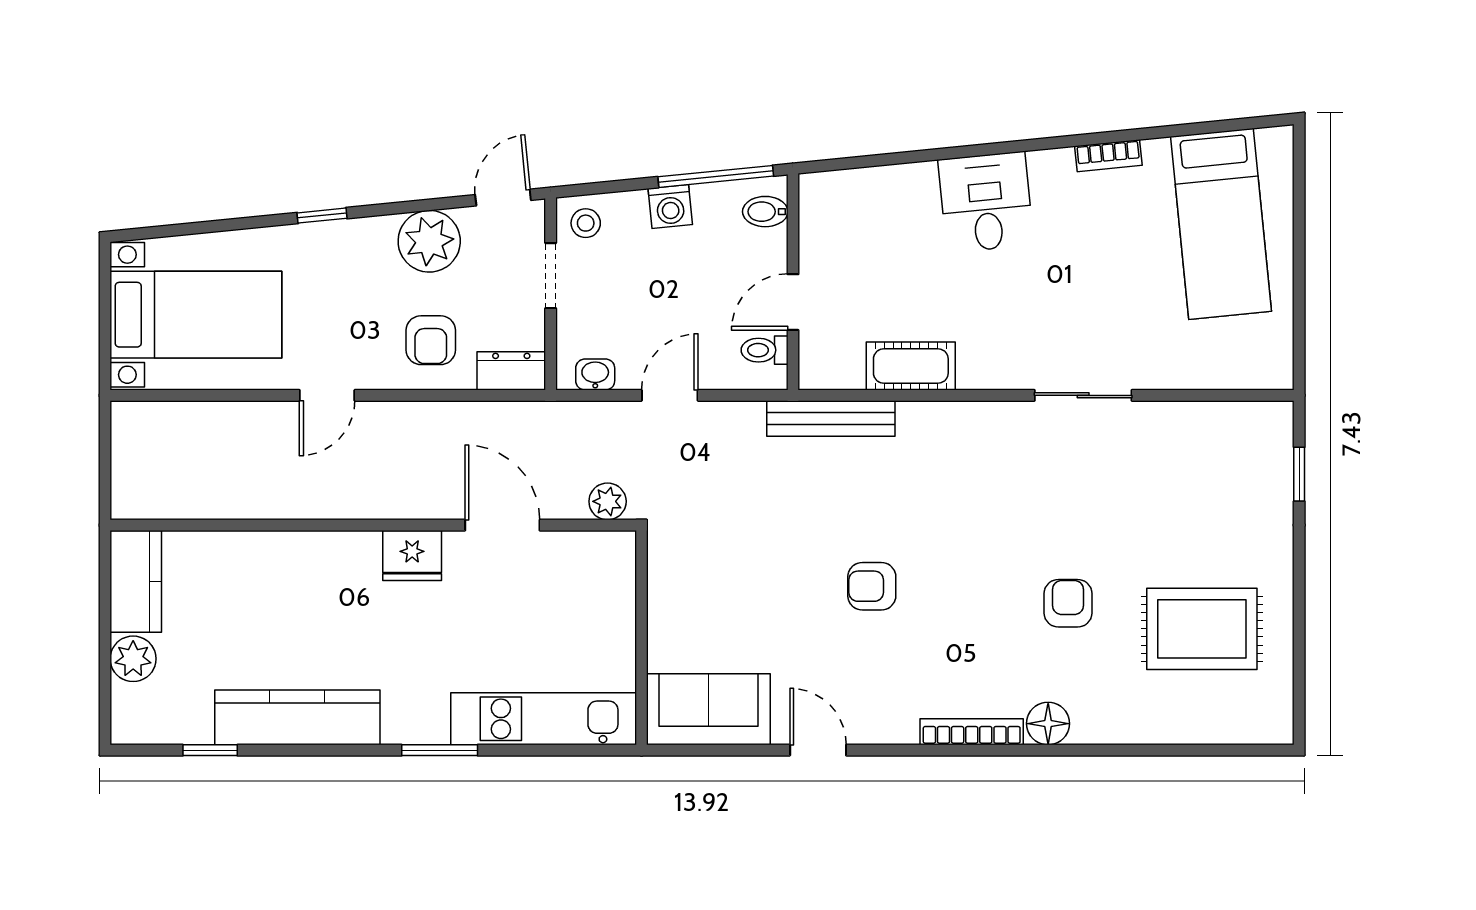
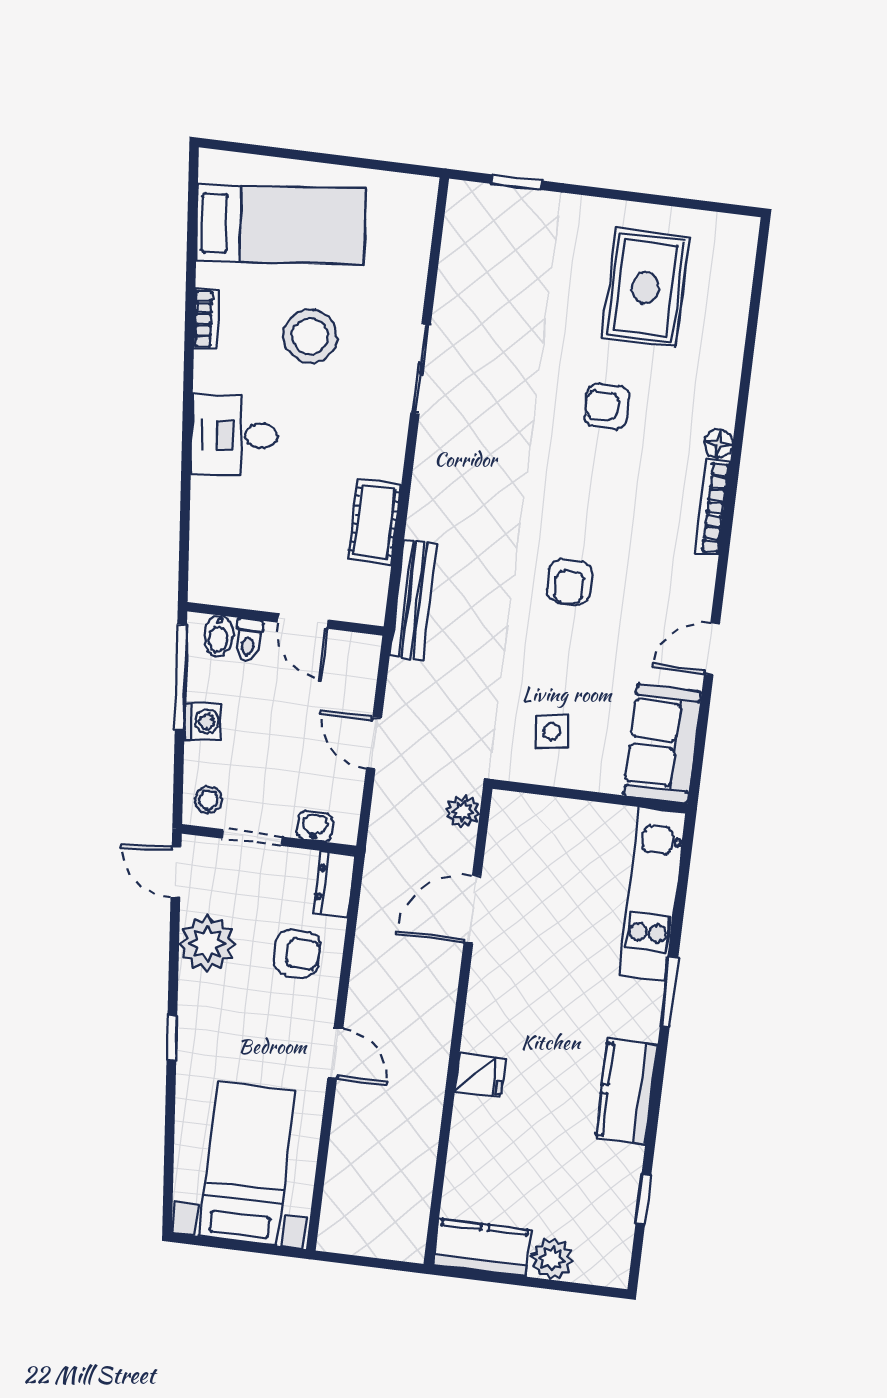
stool: (1103, 271) -> (310, 336), added
toilet: (765, 350) -> (248, 640), moved
washbasin: (595, 374) -> (315, 826), moved, turned 90
fridge: (412, 555) -> (480, 1075), moved, width x0.72
side table: (707, 587) -> (552, 731), added
kitchen counter: (297, 717) -> (627, 1092), width x0.67
floor lamp: (1048, 724) -> (718, 444), width x0.73, depth x0.73

